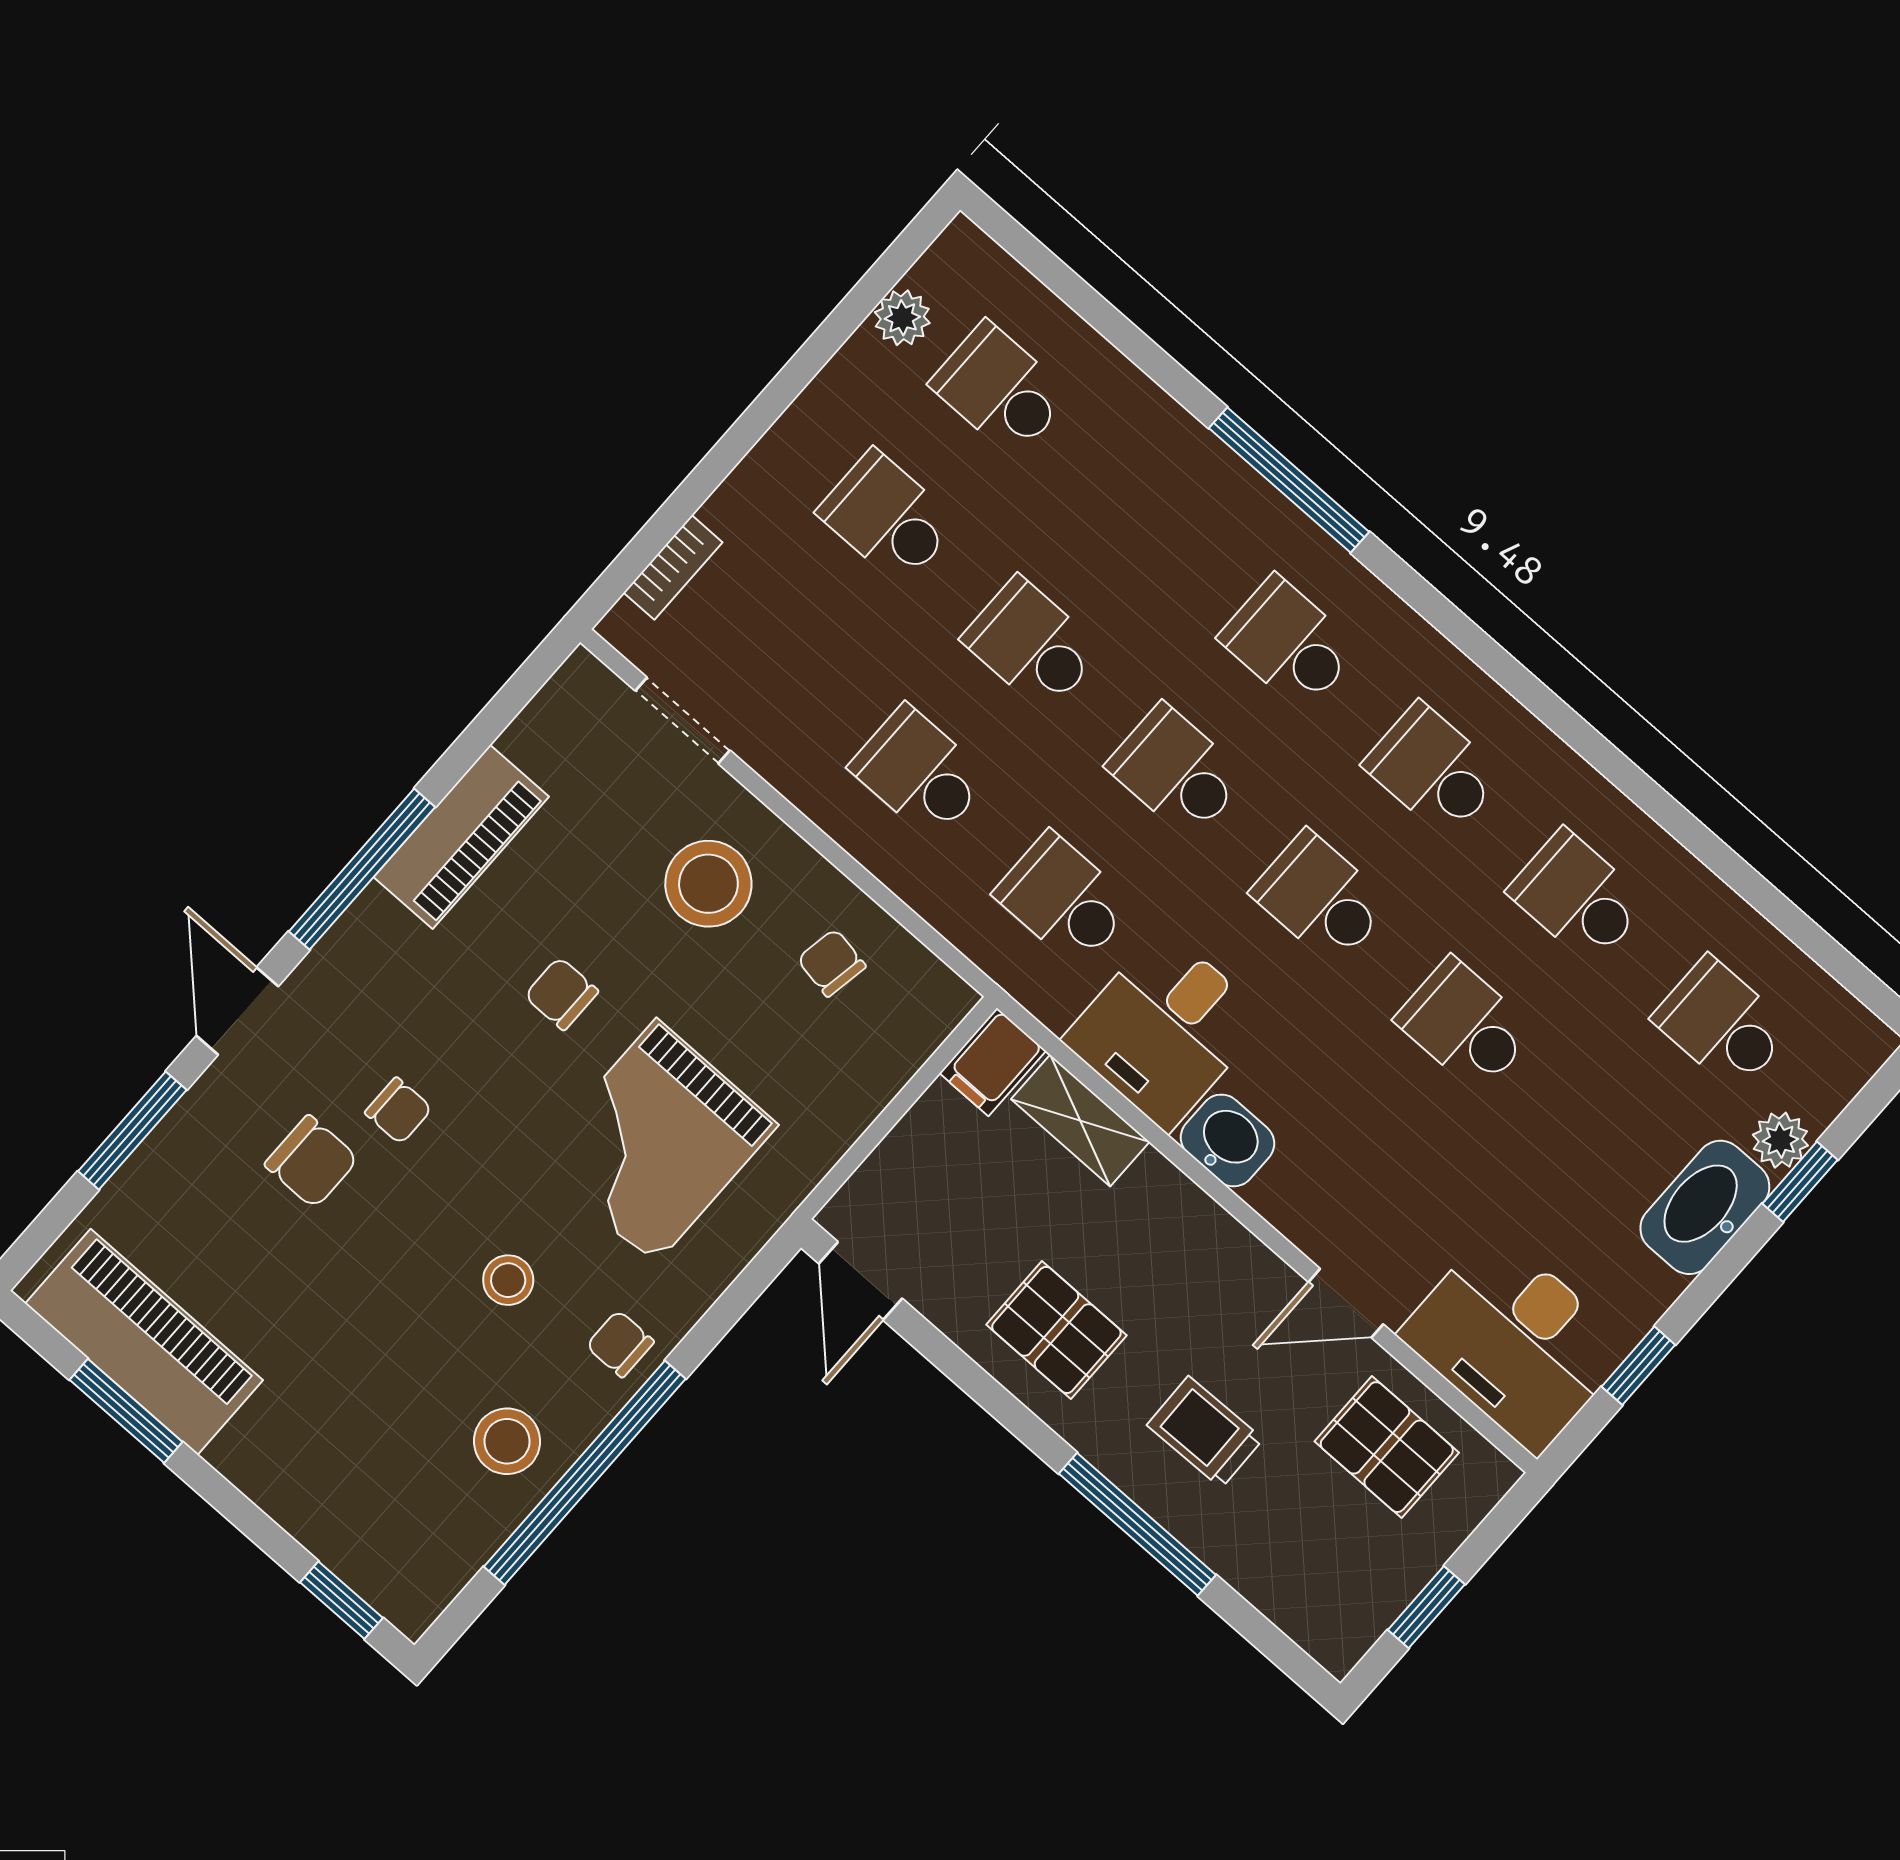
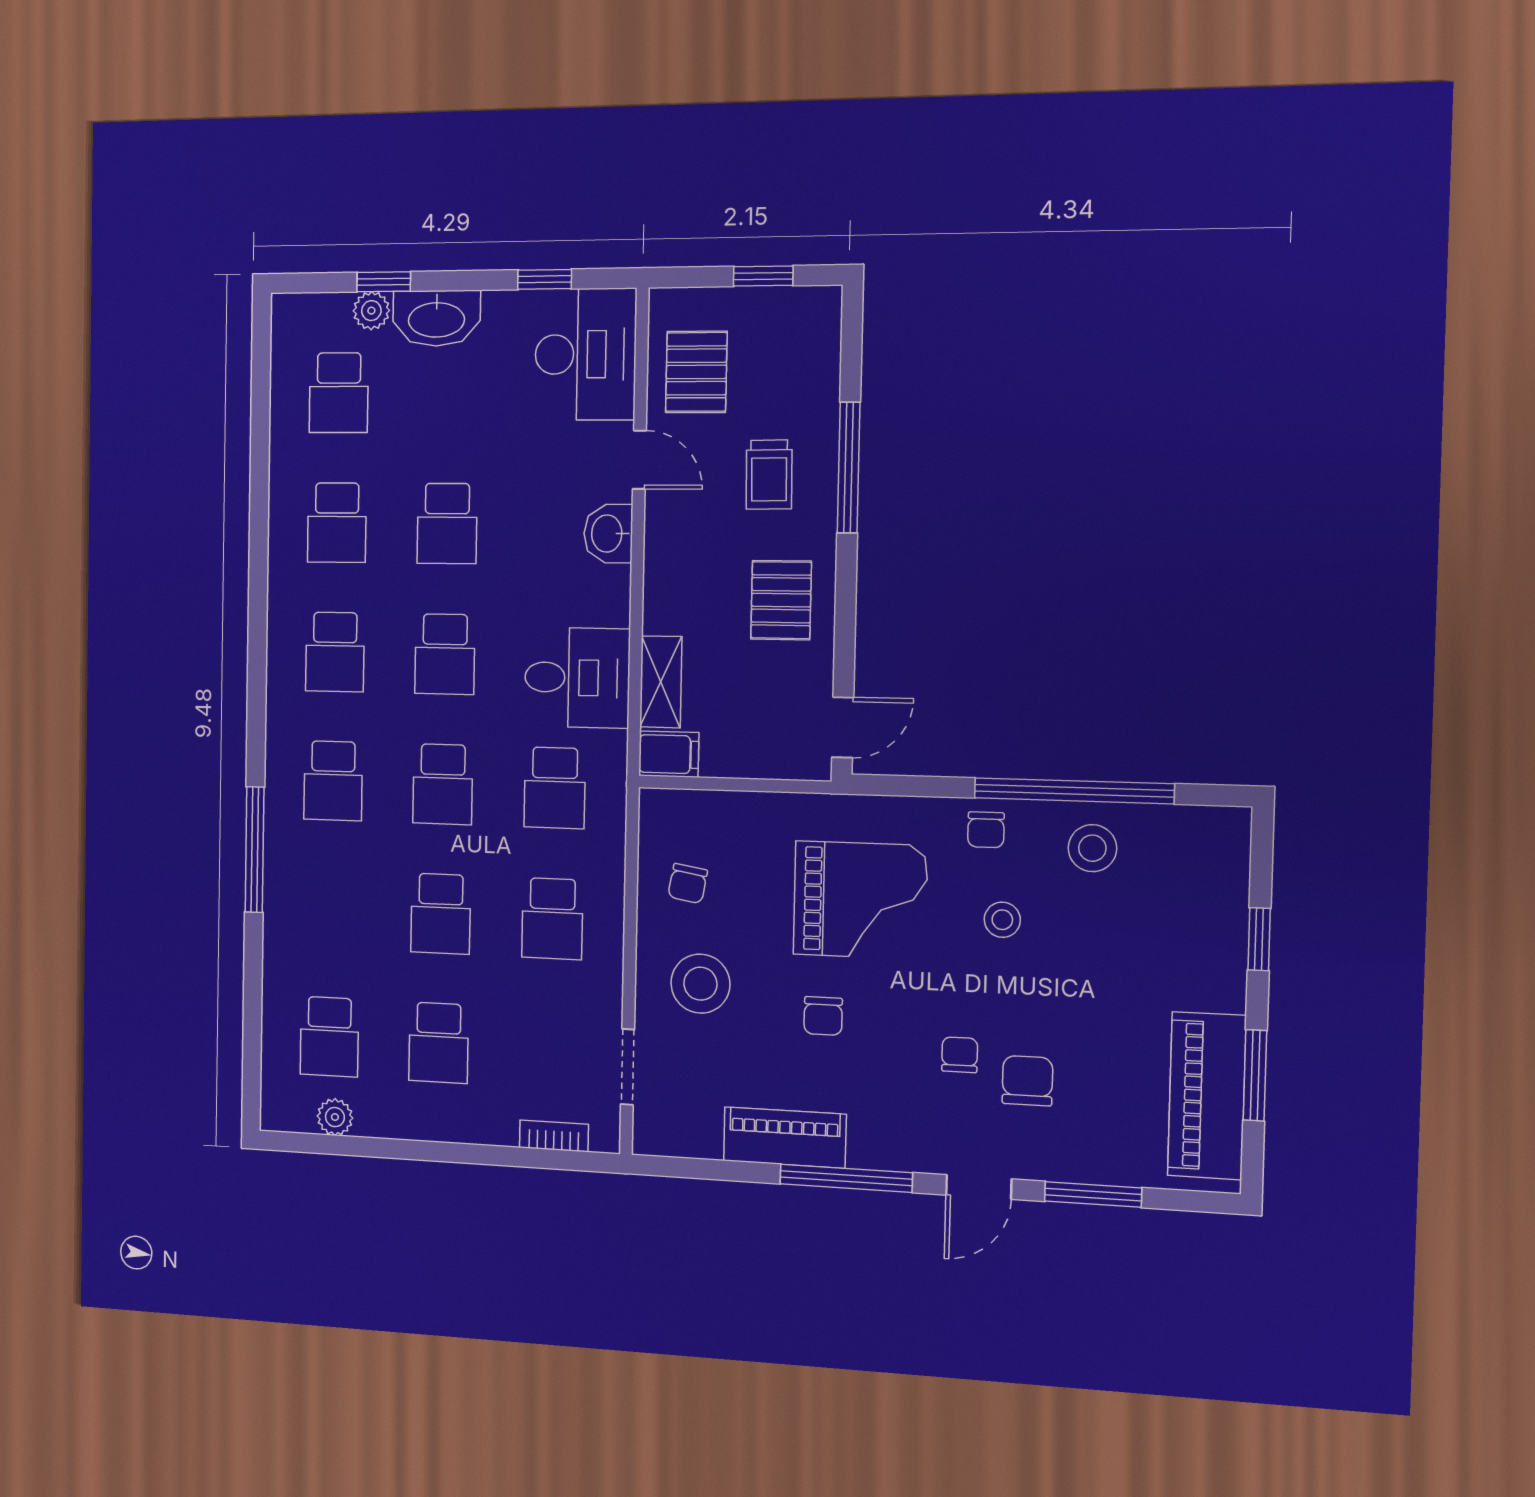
washbasin: (1228, 1140) -> (608, 534), moved
window: (341, 1600) -> (1259, 939), moved

